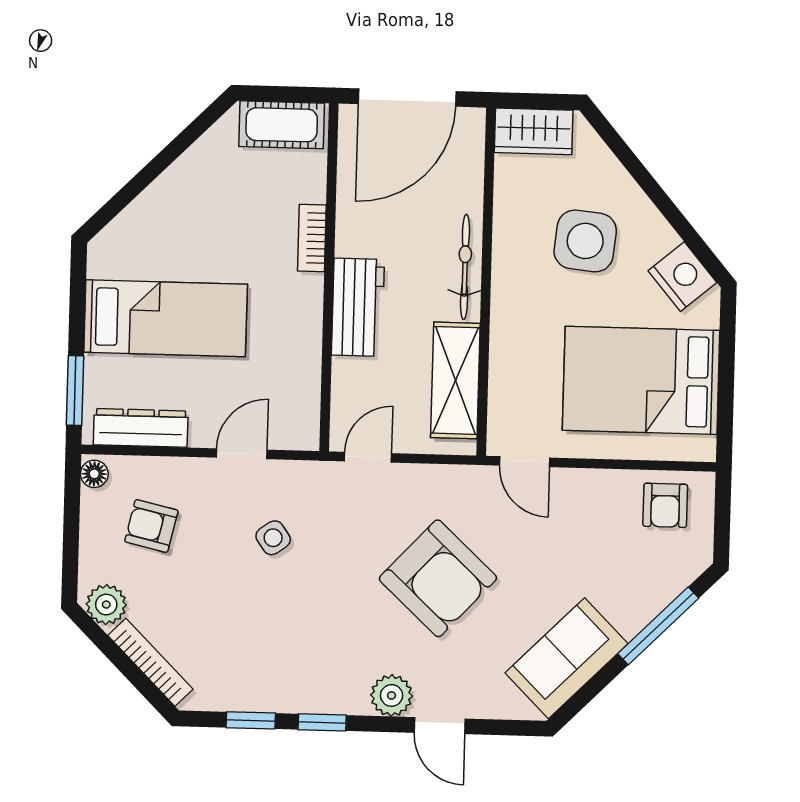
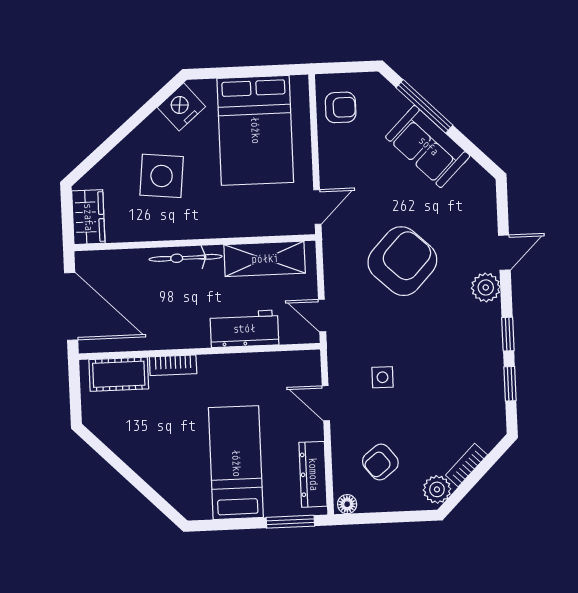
cot: (282, 125) -> (119, 374), moved, turned 90
workbench: (358, 307) -> (244, 329), moved
armchair: (151, 526) -> (380, 462), turned 39
side table: (273, 538) -> (382, 377), turned 35
sofa: (566, 658) -> (428, 146), moved
bookcase: (150, 662) -> (466, 465), width x0.64

